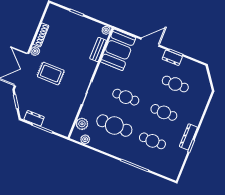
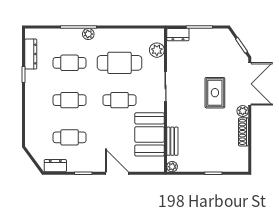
door: (150, 42) -> (117, 173), swing flipped
booth: (118, 50) -> (150, 134), moved
dresser: (172, 58) -> (55, 166), moved
rug: (51, 74) -> (215, 93), turned 90
dresser: (34, 118) -> (178, 35), moved
dresser: (188, 137) -> (31, 54), moved
plant: (85, 139) -> (88, 34), moved

